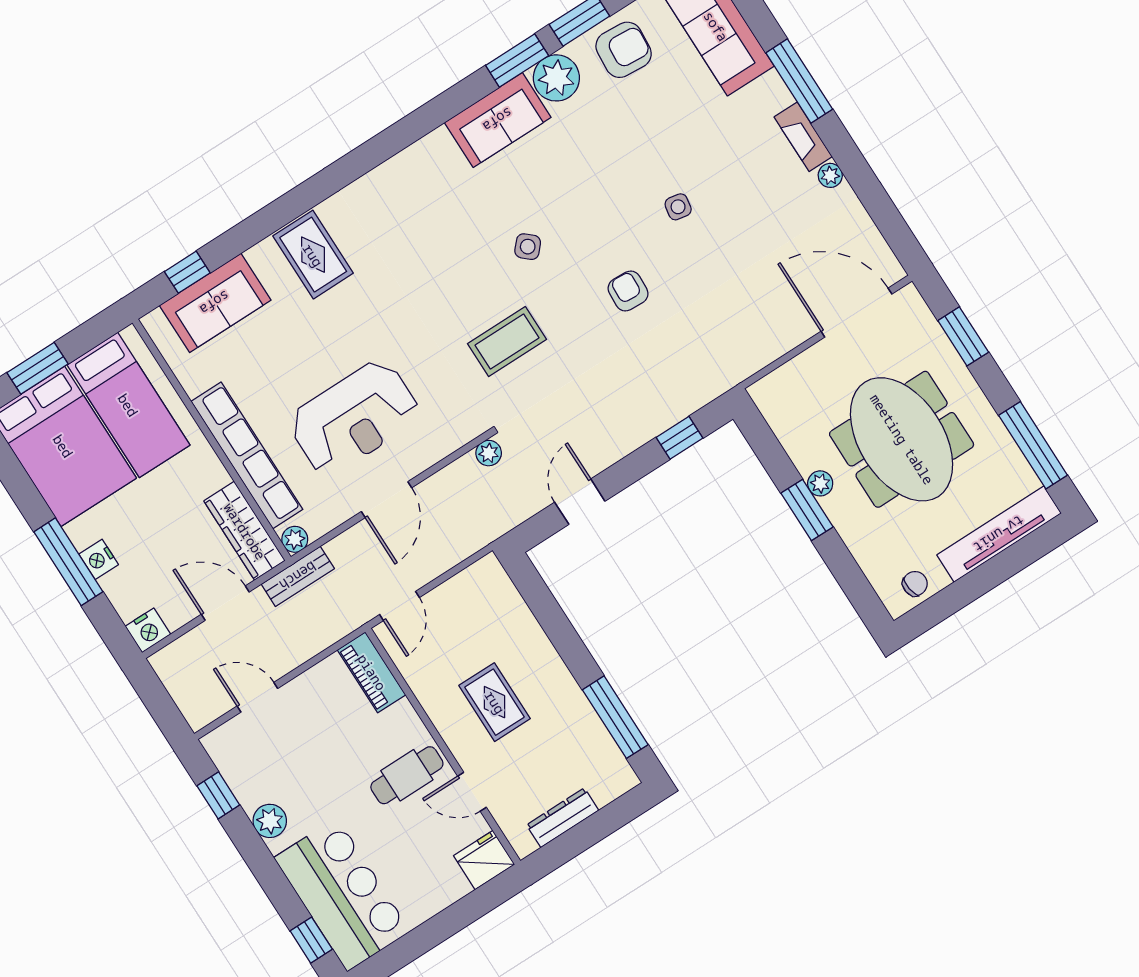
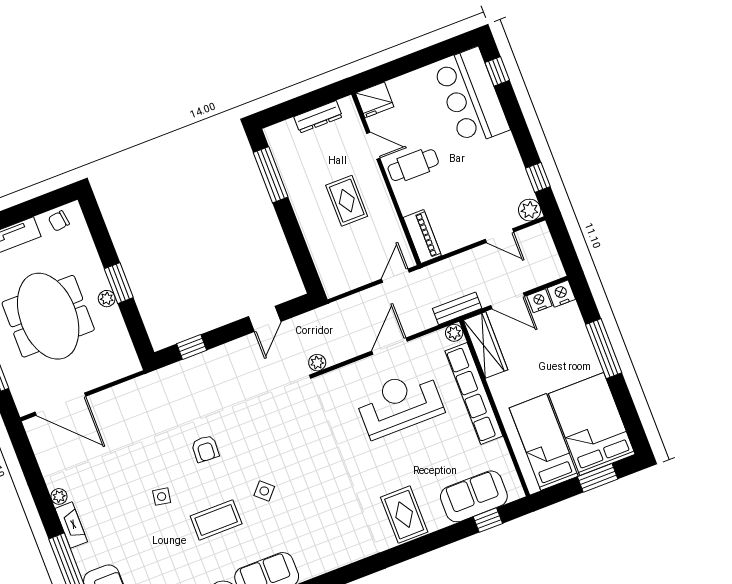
coffee table: (507, 342) -> (216, 520), moved
nightstand: (99, 559) -> (539, 301), moved, turned -90
plant: (270, 821) -> (530, 210), moved

